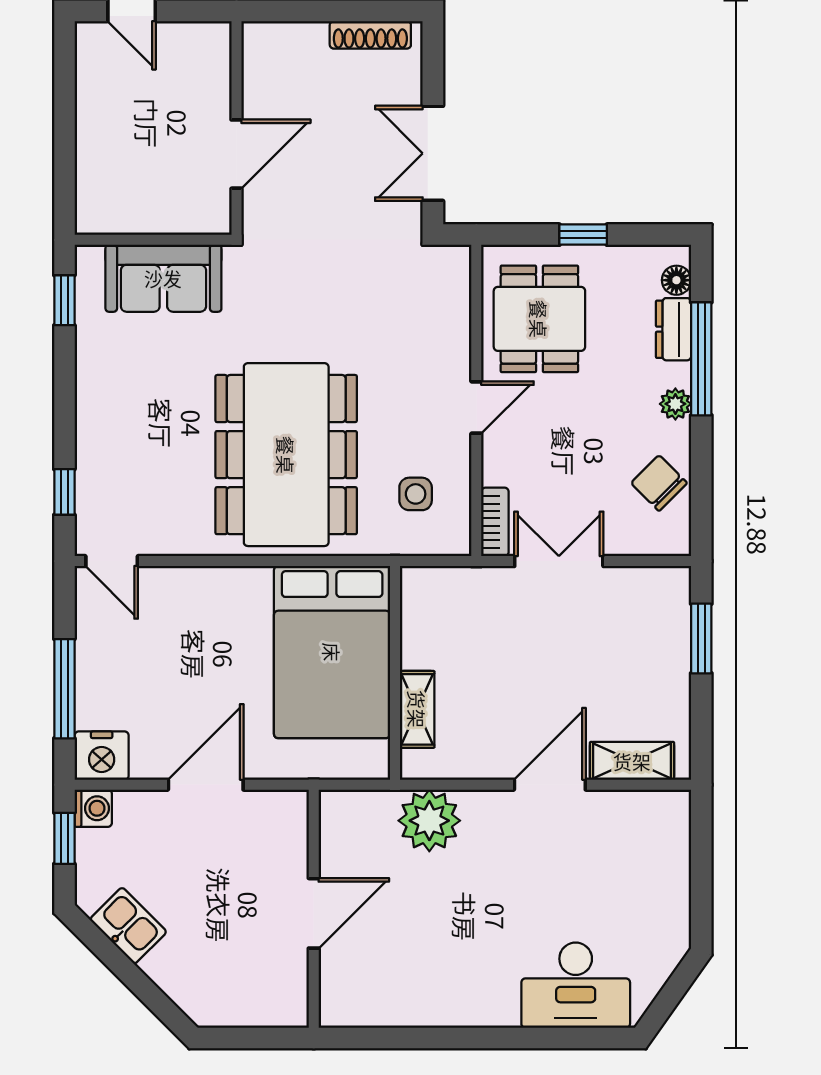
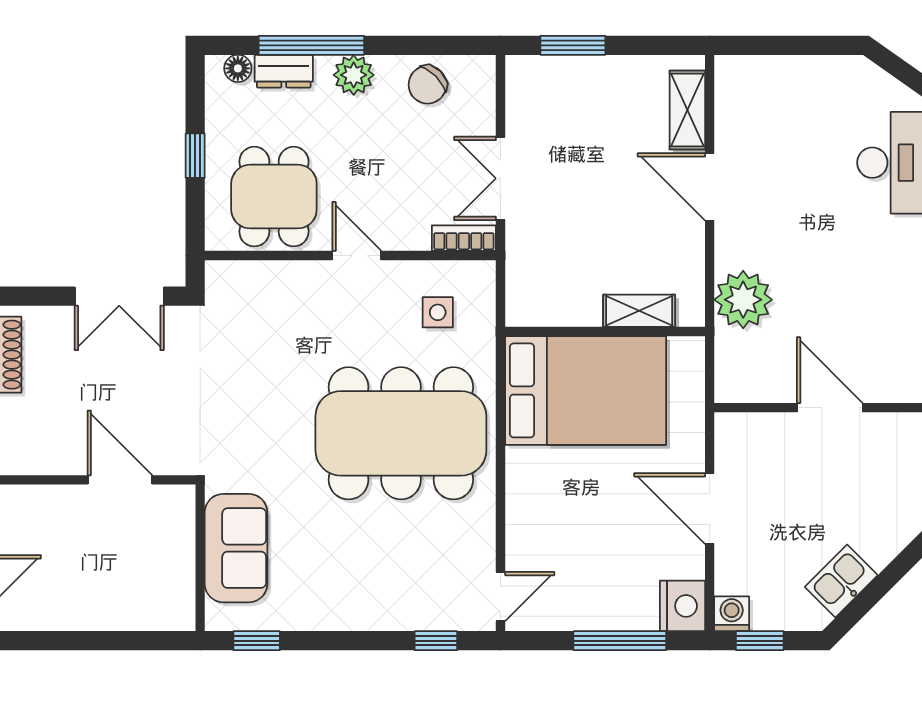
dining table: (539, 319) -> (274, 197), turned 90
plant: (675, 404) -> (354, 75), width x1.38, depth x1.38

